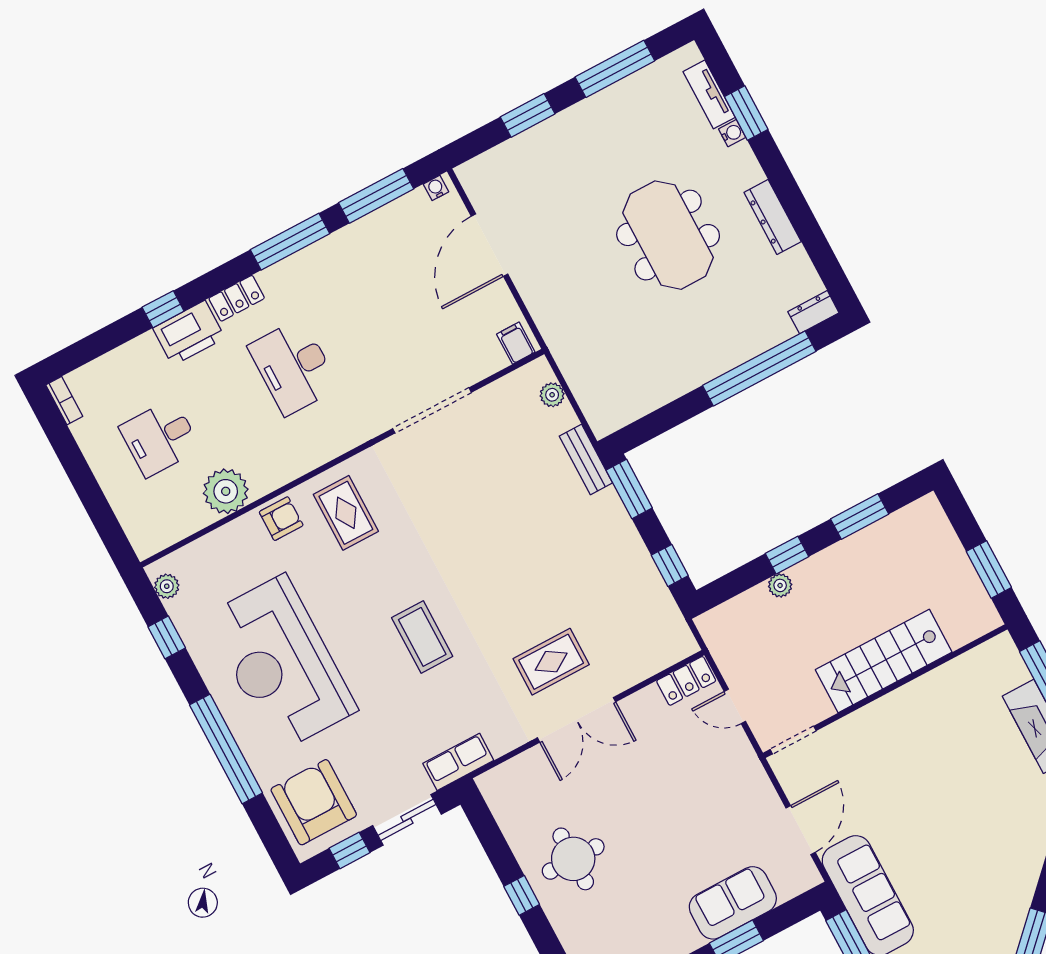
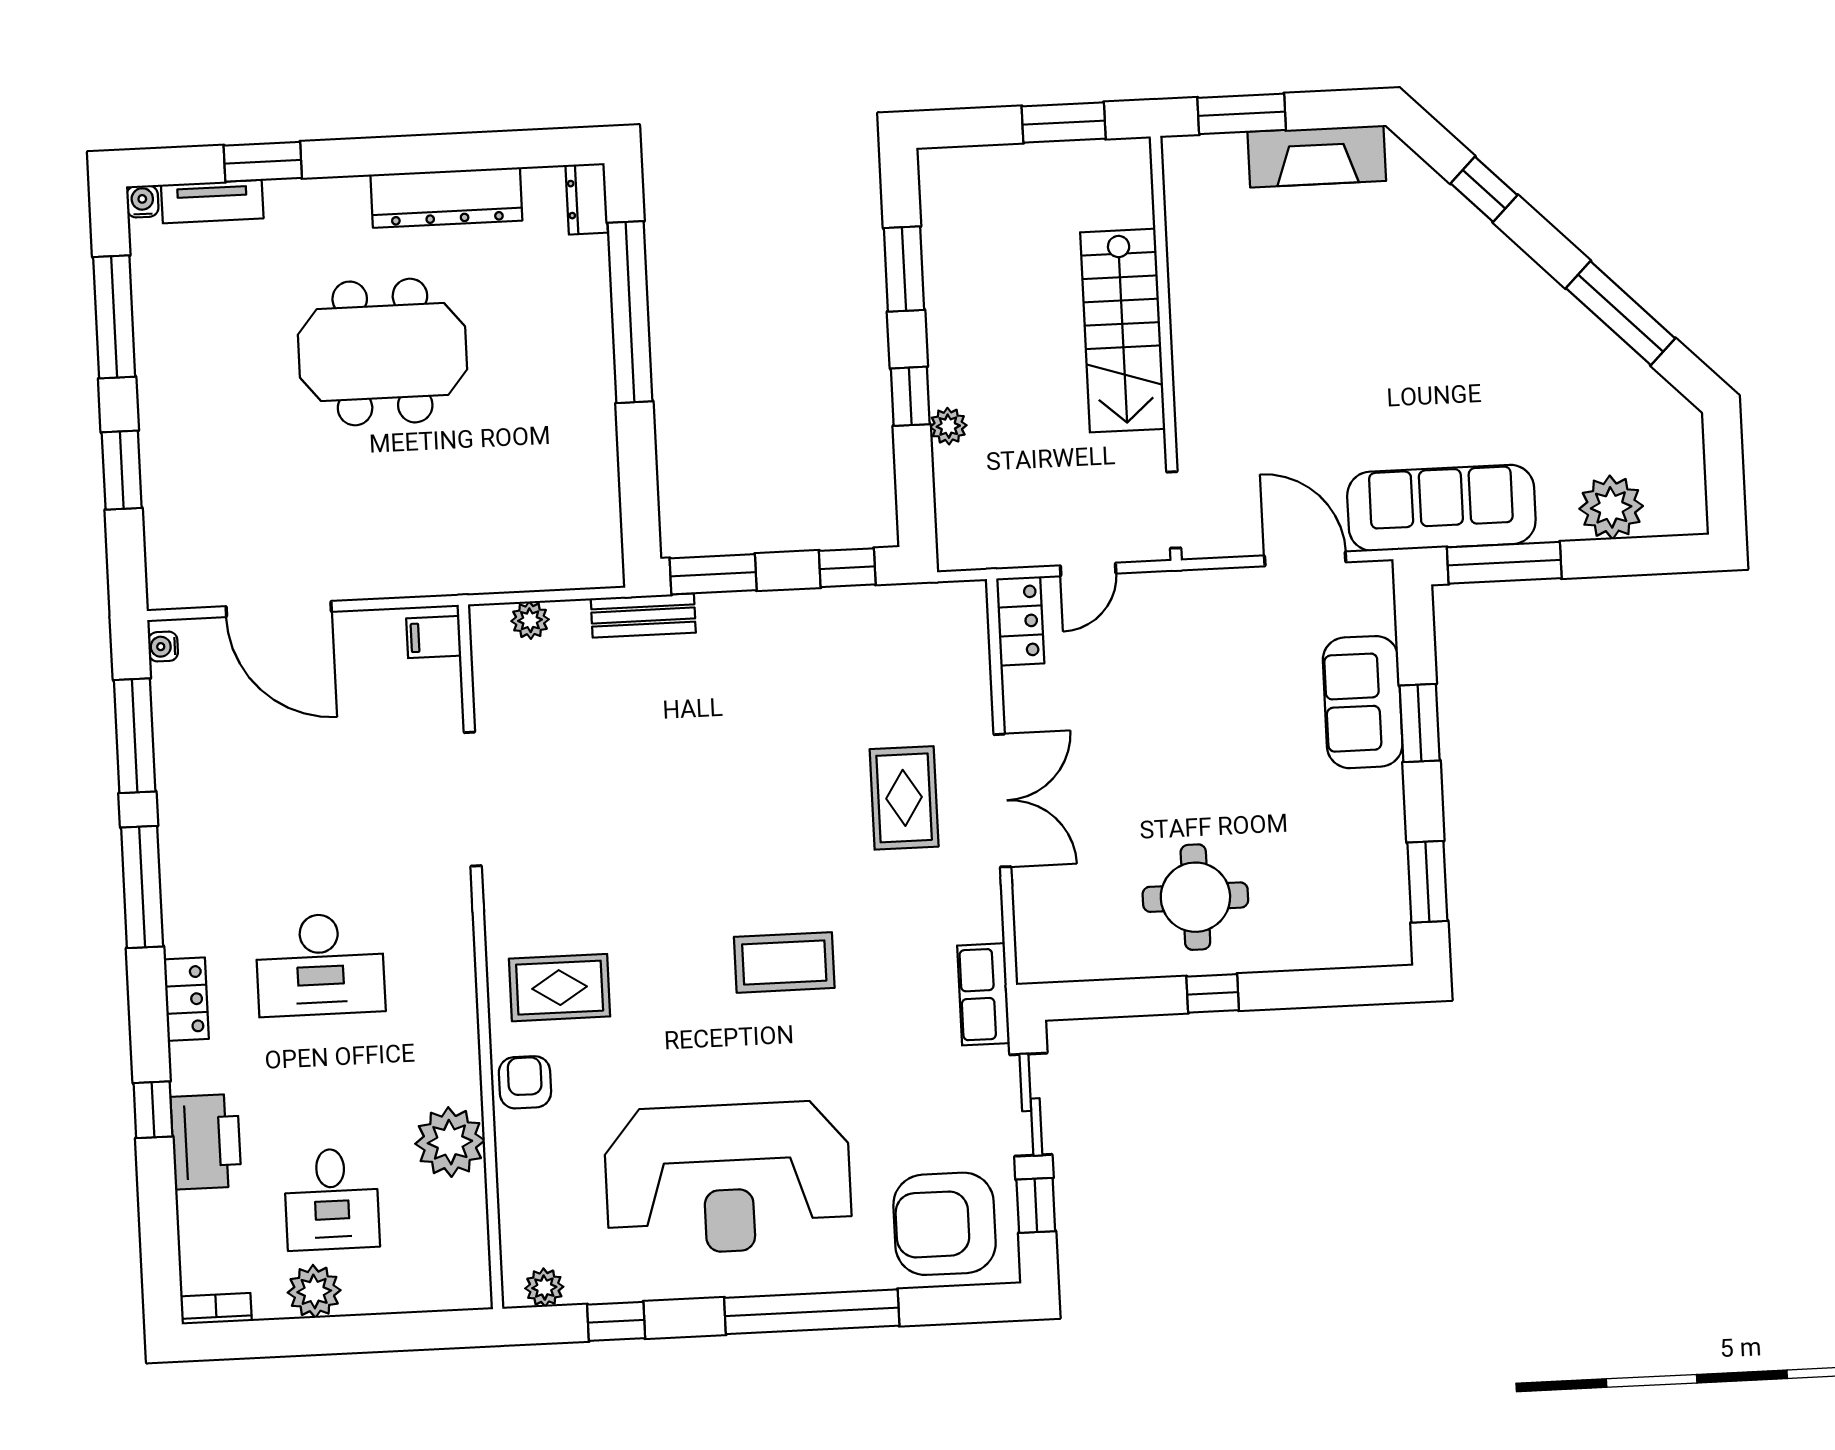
water cooler: (732, 133) -> (142, 201), moved
dresser: (773, 217) -> (446, 198), width x1.37, depth x1.24
printer: (189, 333) -> (206, 1142), moved
plant: (101, 453) -> (314, 1291), added

